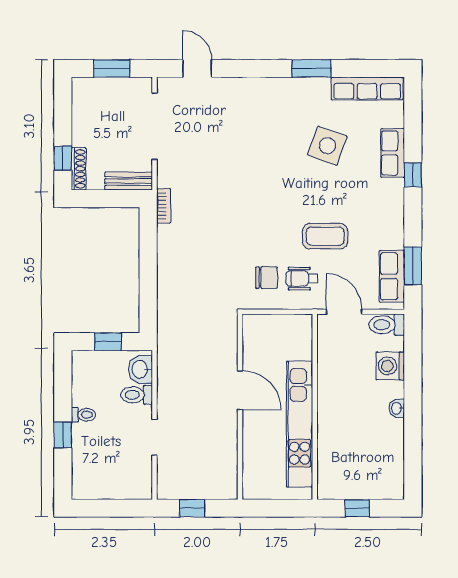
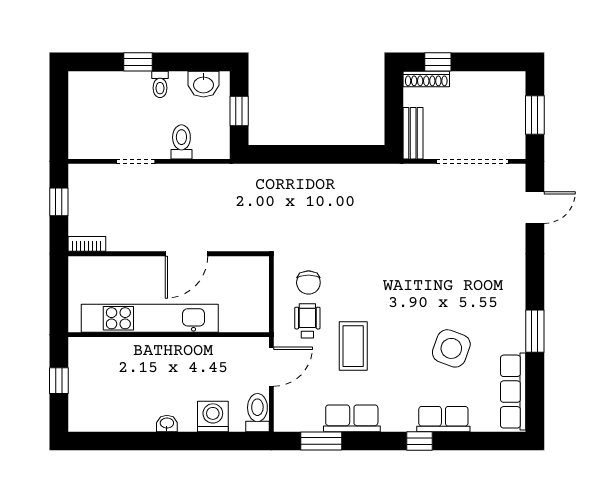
bookcase: (164, 206) -> (87, 244), moved, turned 180
row of seats: (392, 276) -> (352, 418), moved
washbasin: (140, 369) -> (203, 84), moved, turned 180

